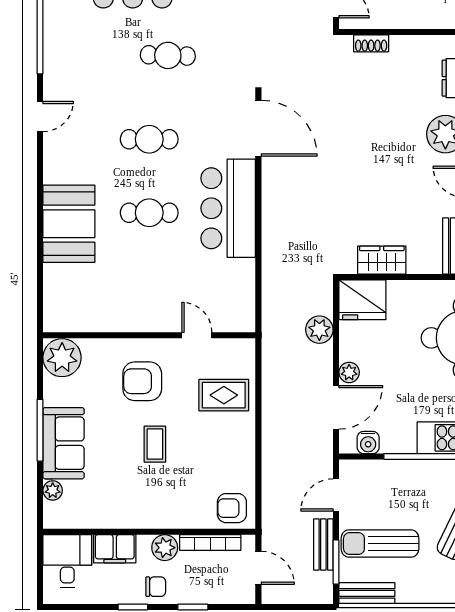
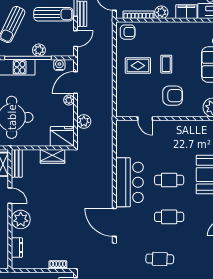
rug: (224, 395) -> (138, 66), moved
plant: (409, 472) -> (39, 50), added

